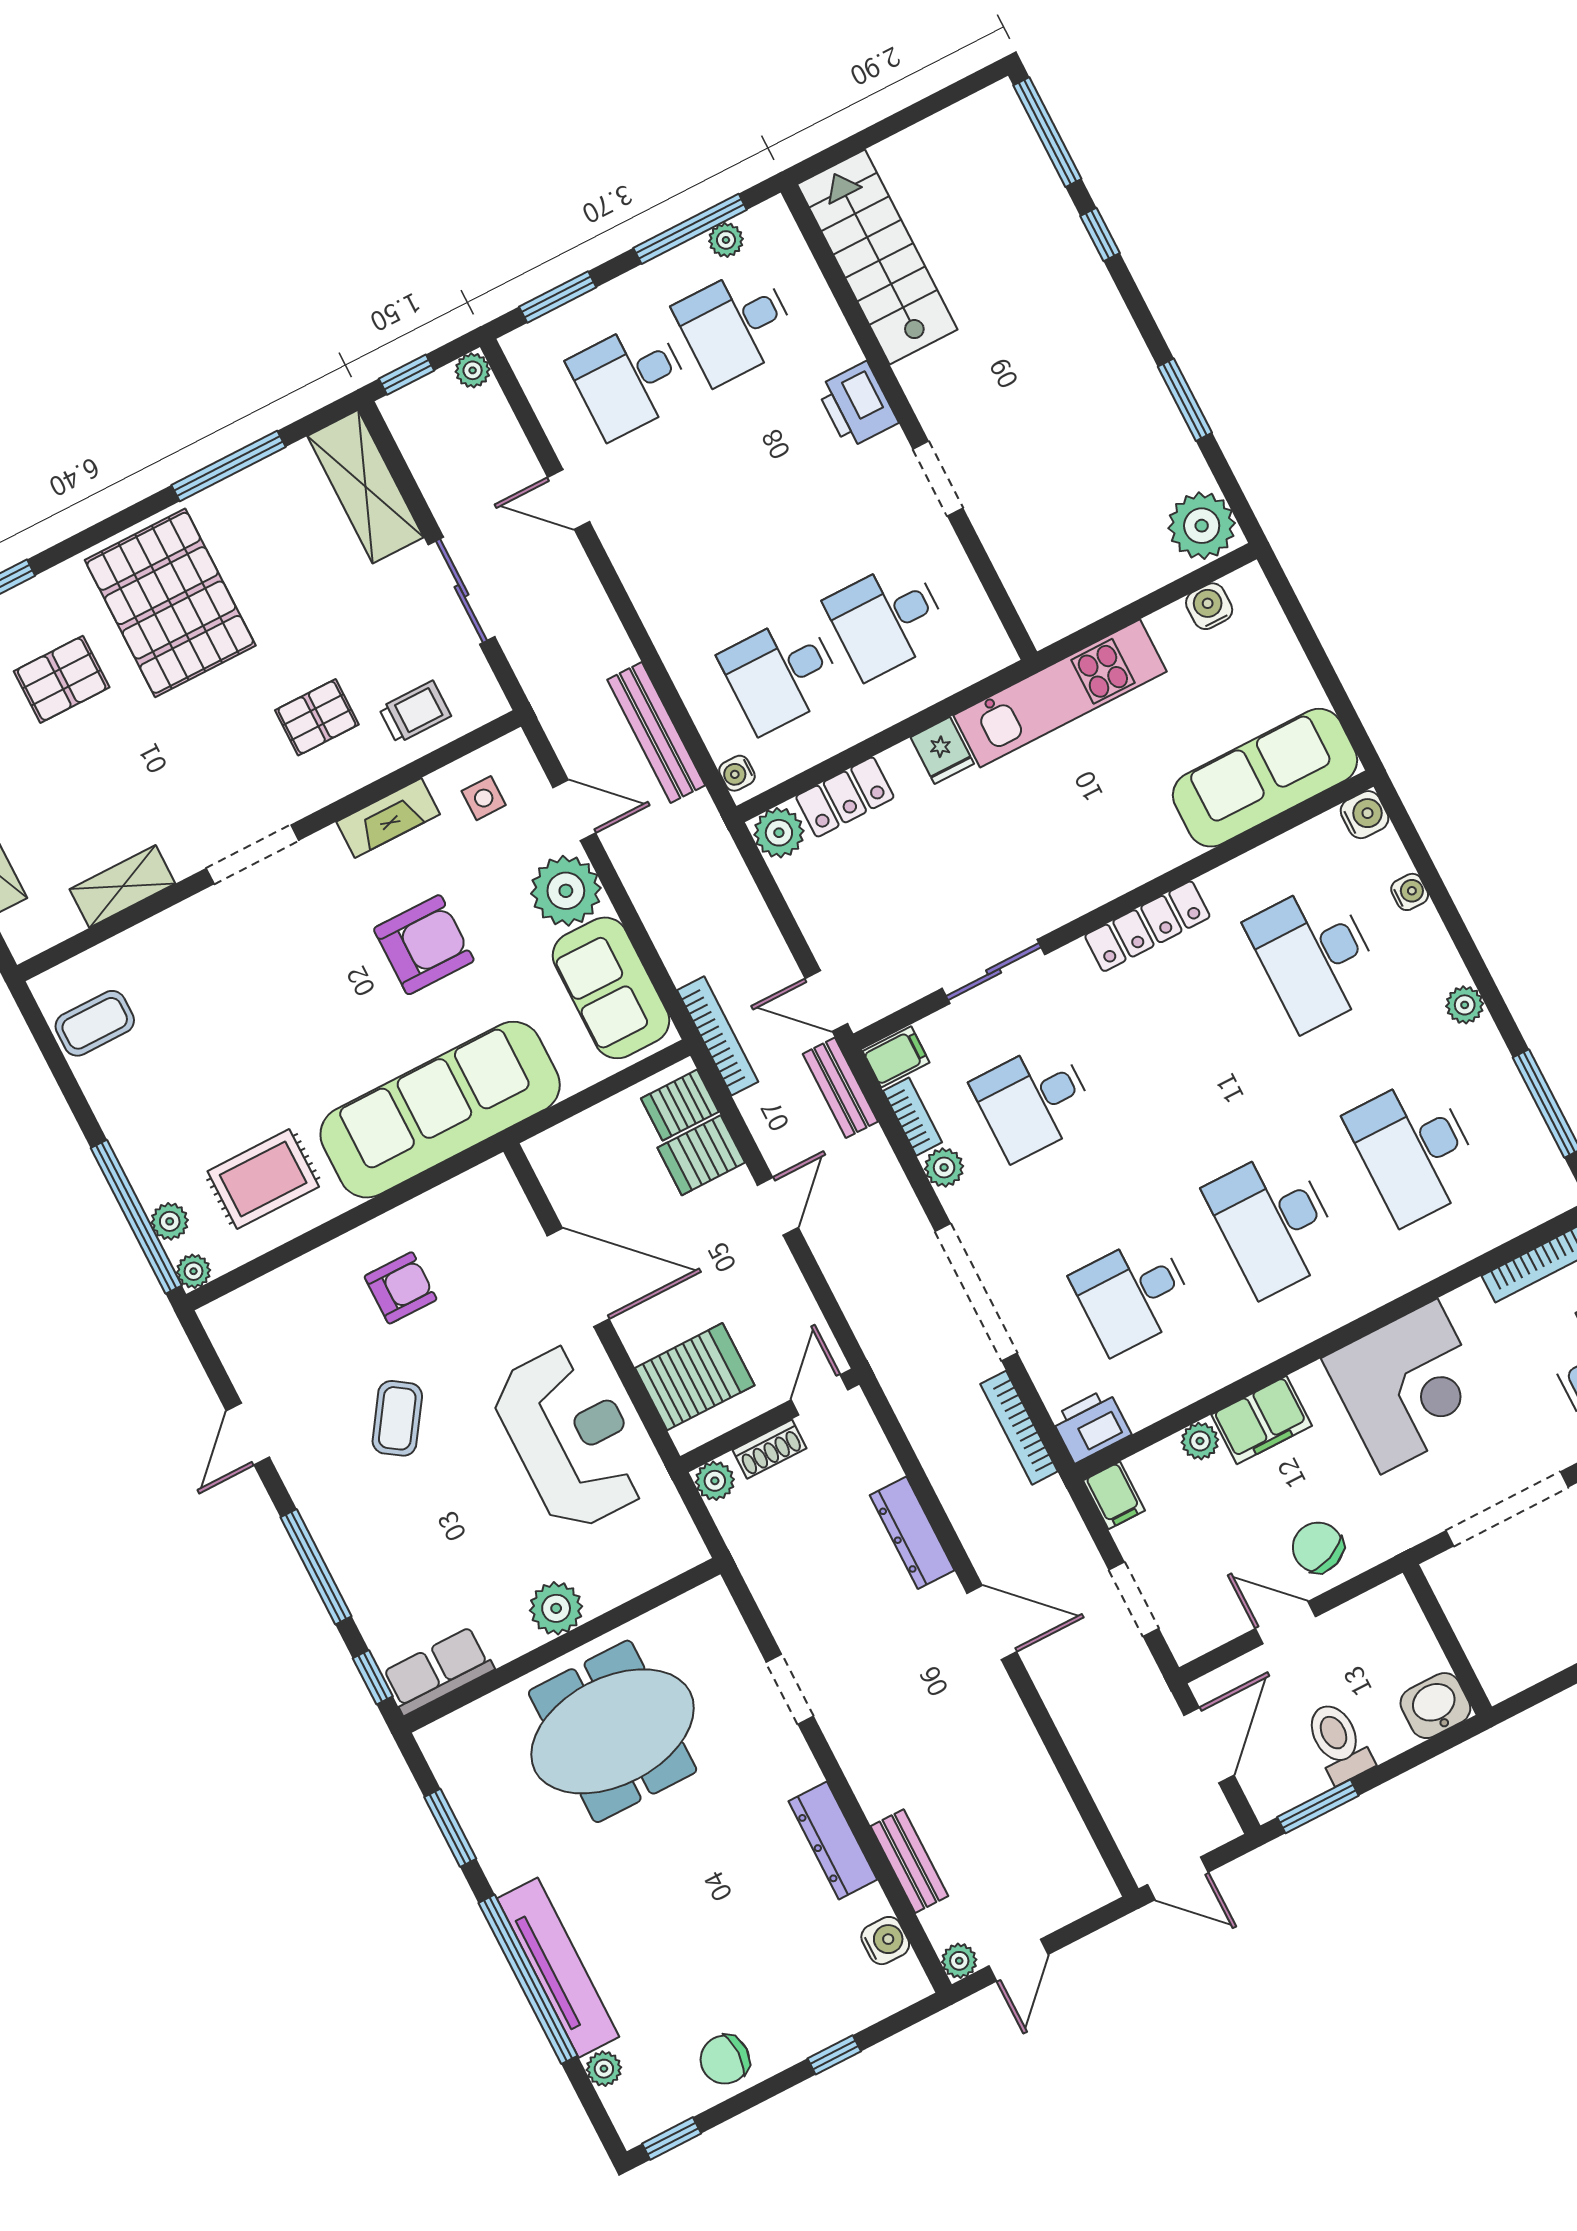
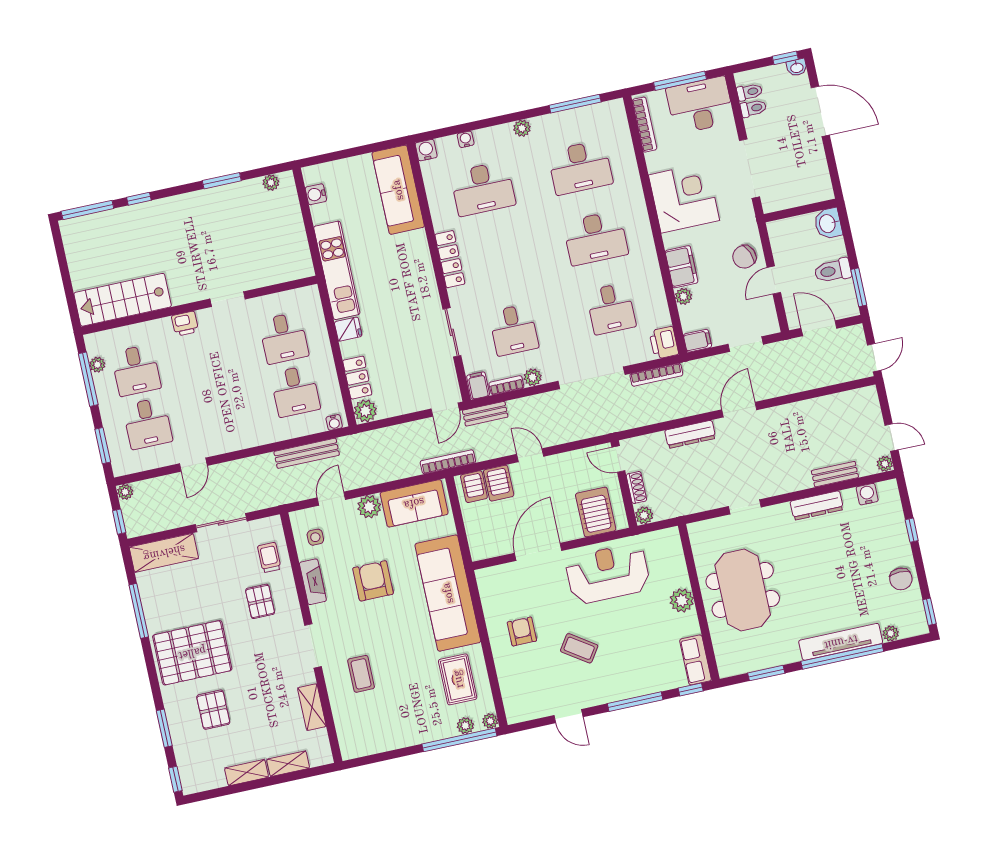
printer: (857, 405) -> (185, 324), width x0.73, depth x0.81
plant: (1202, 526) -> (271, 183), width x0.53, depth x0.53
plant: (566, 891) -> (369, 507), width x0.73, depth x0.73
coffee table: (95, 1023) -> (361, 674), moved

